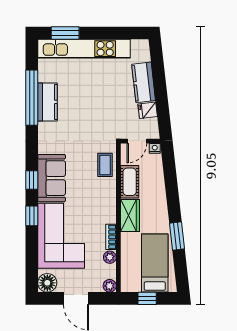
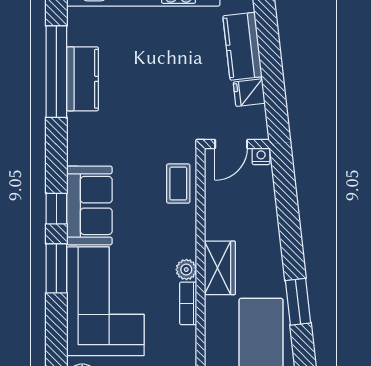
cot: (130, 182) -> (219, 212), removed
window: (32, 216) -> (56, 268), width x1.50
plant: (110, 257) -> (186, 270), moved

